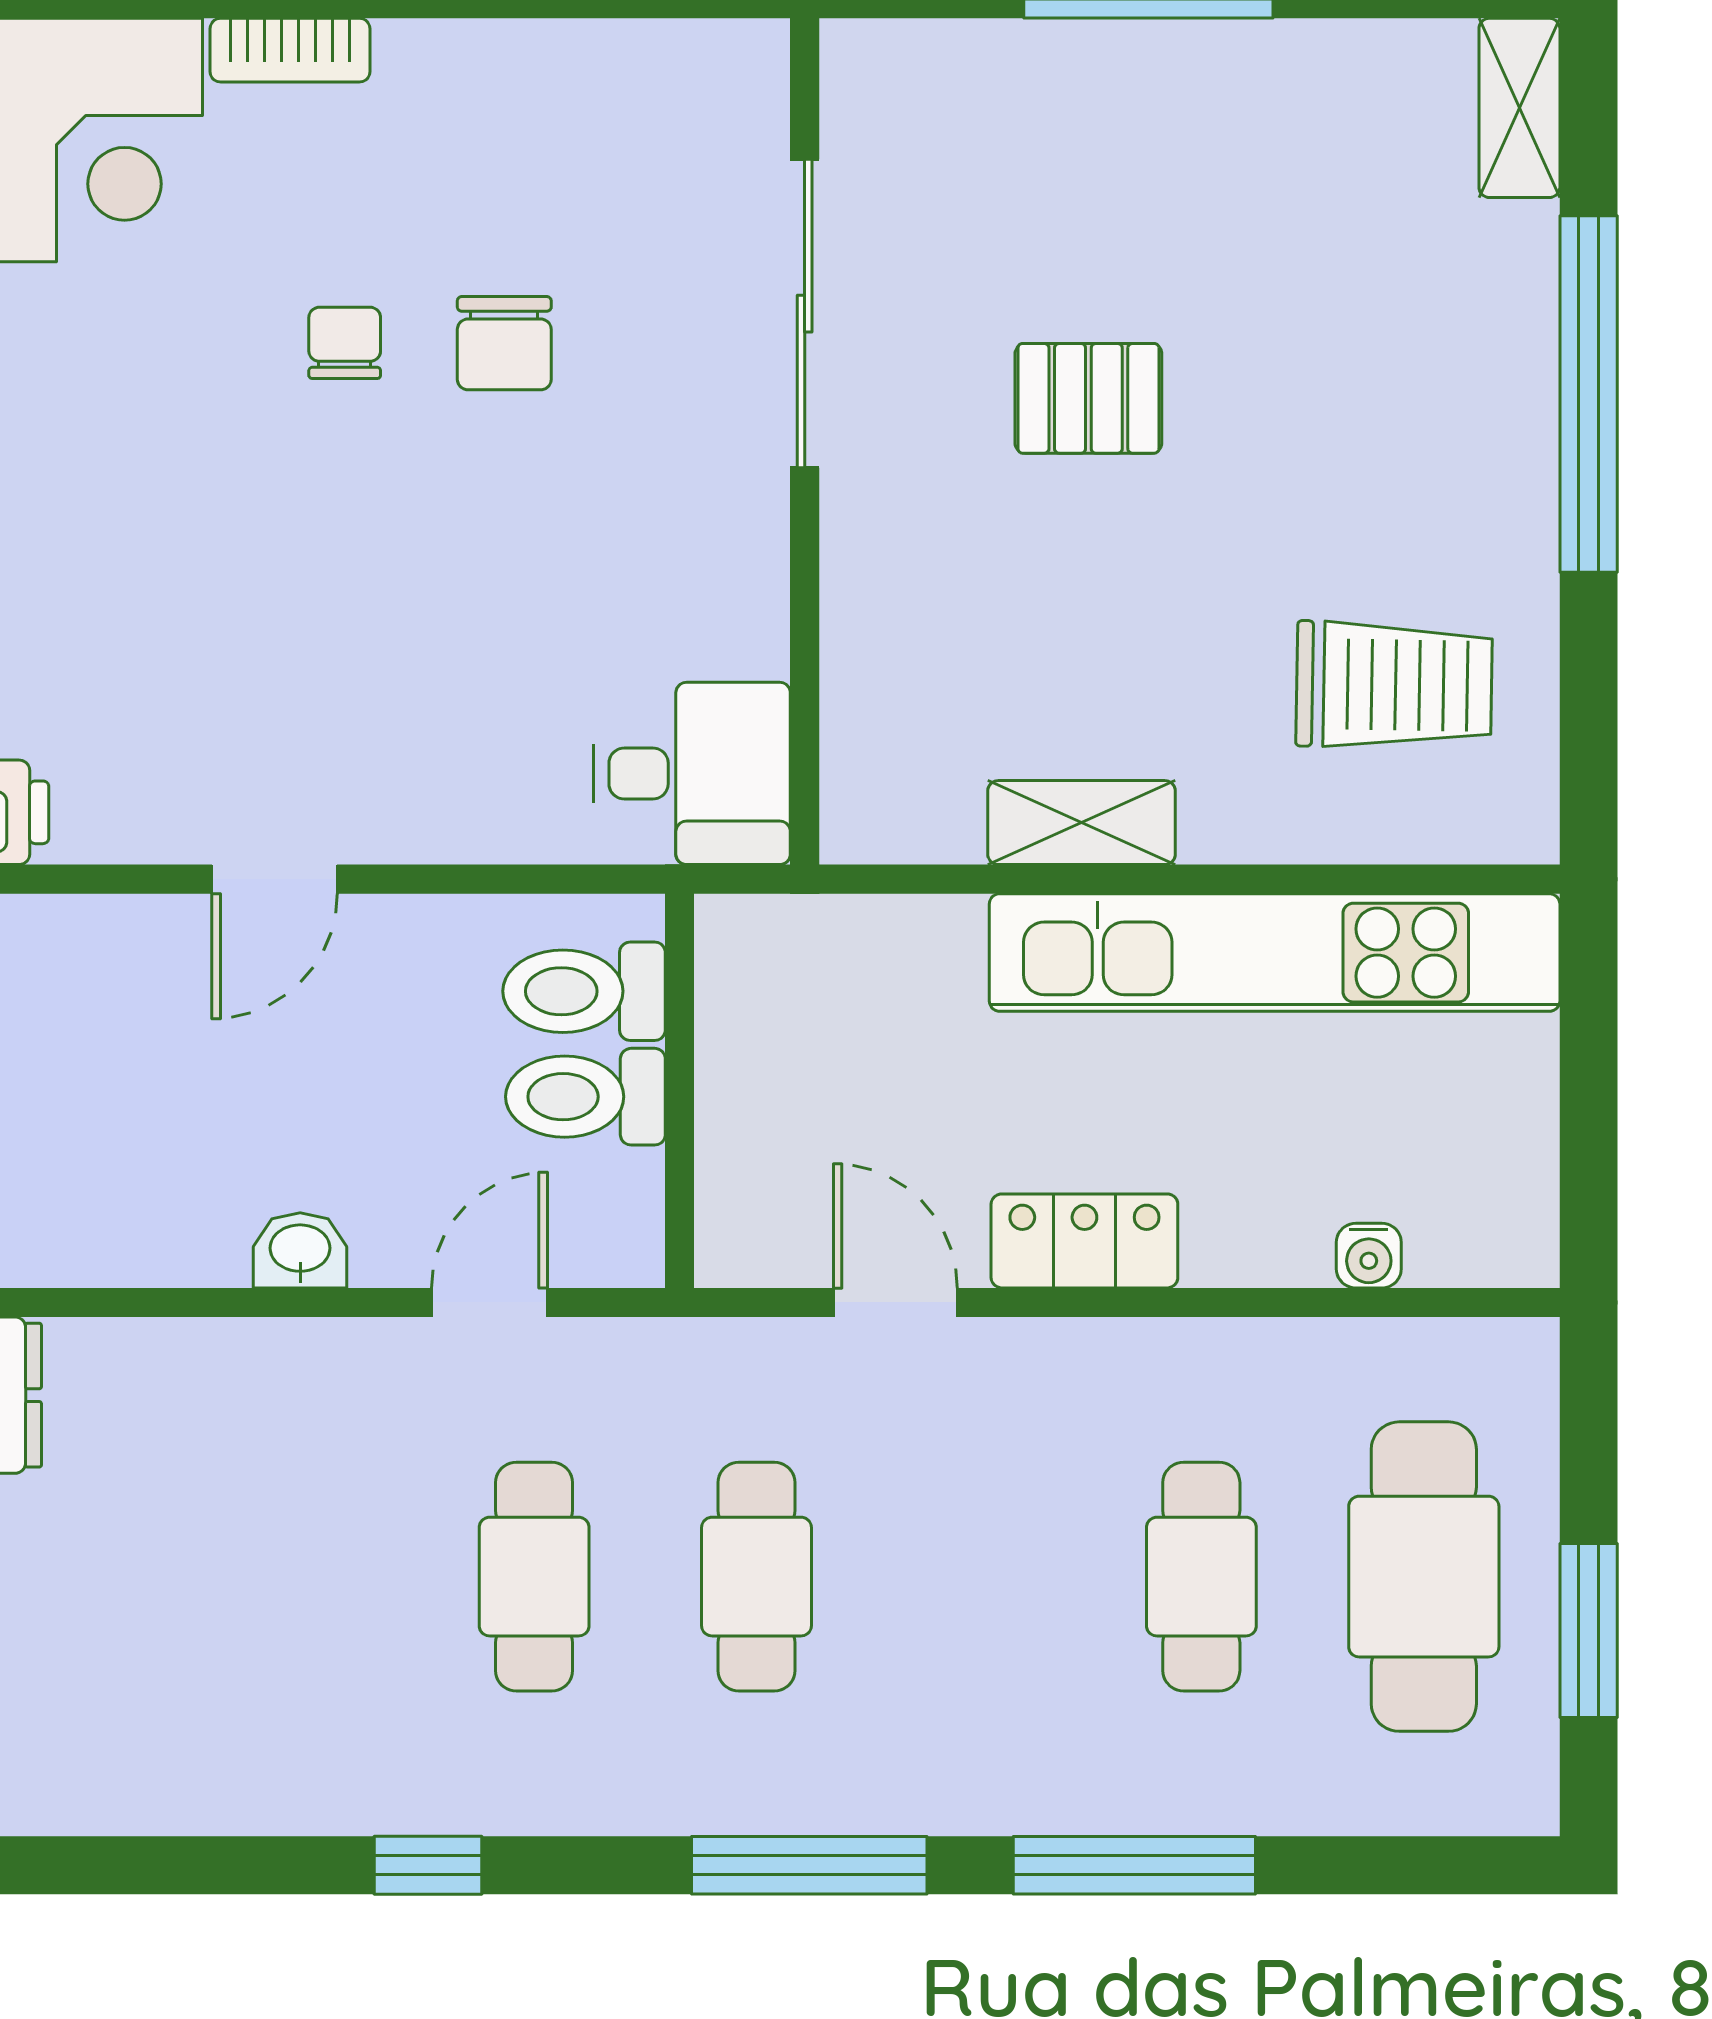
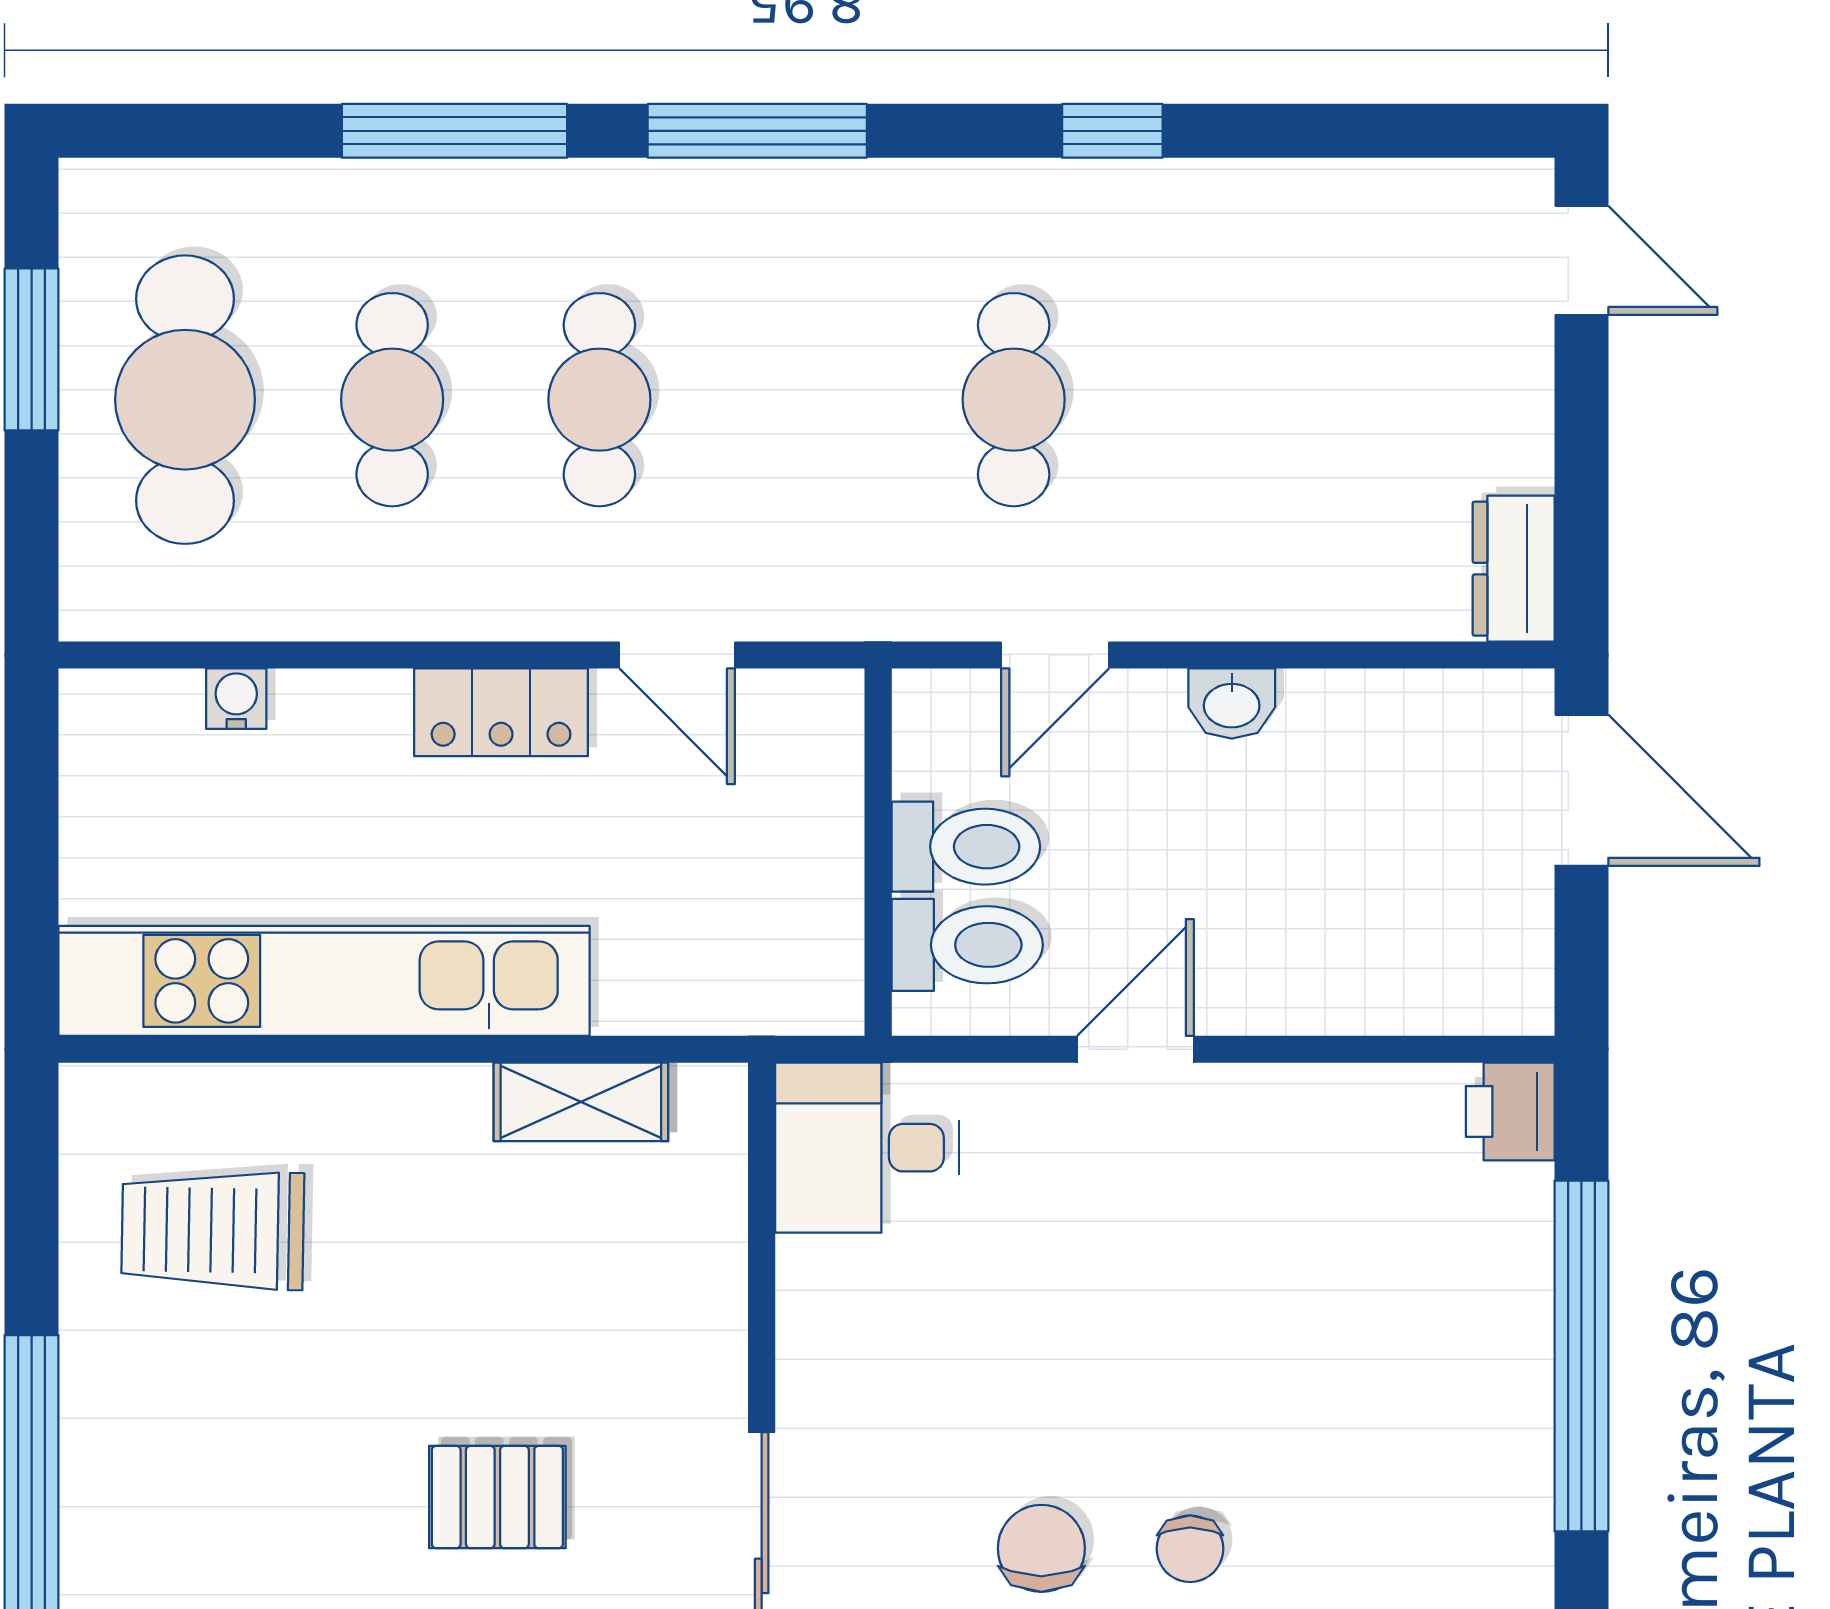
shelving: (1082, 823) -> (581, 1102), moved
door: (274, 879) -> (1135, 1049), moved
cafe table: (757, 1577) -> (599, 400), moved

